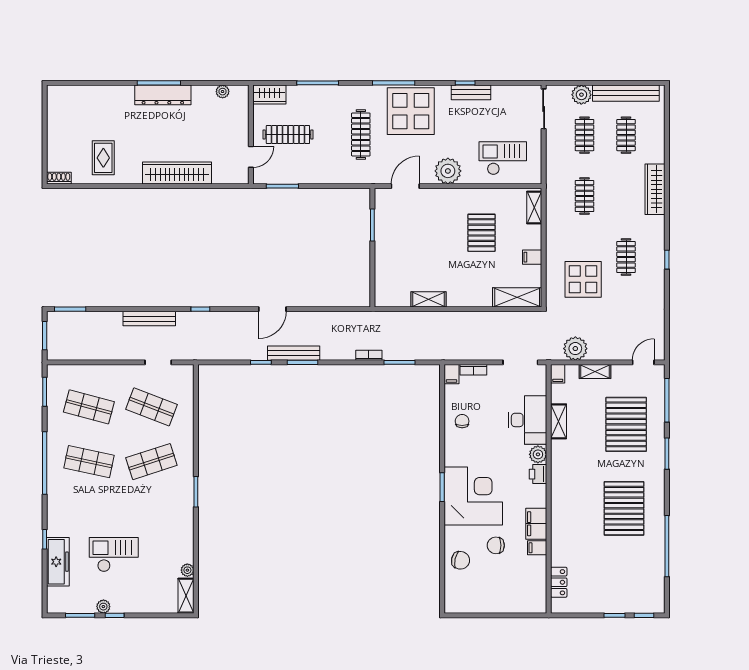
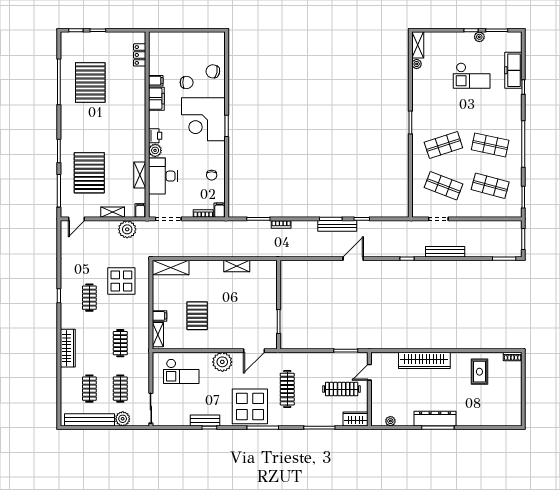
filing cabinet: (532, 257) -> (159, 316), moved
pallet: (624, 508) -> (90, 82), moved

